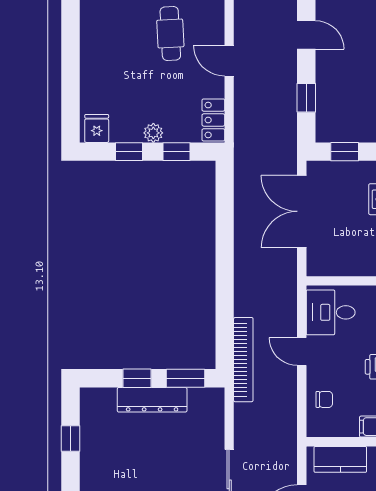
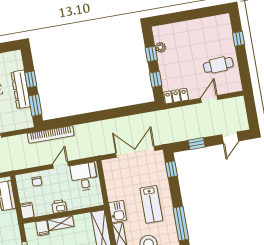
fridge: (97, 128) -> (161, 34), removed
plant: (153, 133) -> (160, 47), moved

